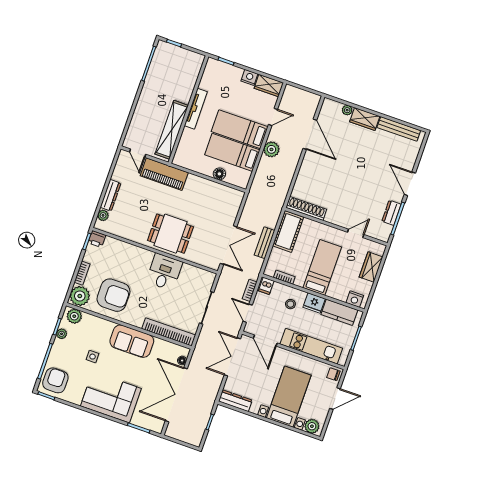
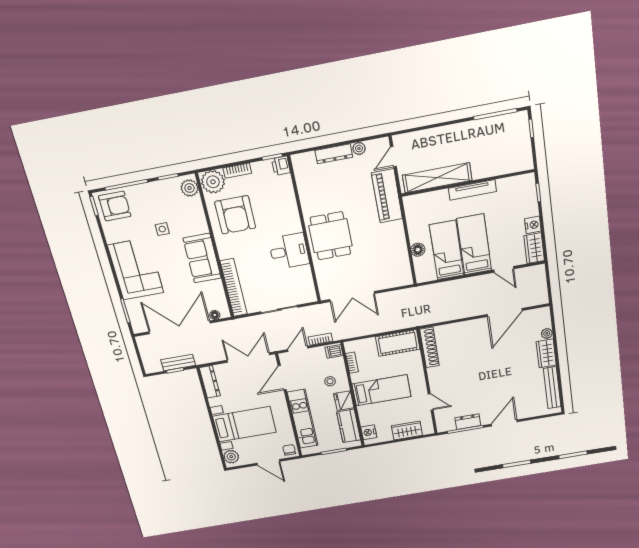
plant: (271, 149) -> (470, 285), removed
plant: (103, 215) -> (359, 148), moved
bench: (265, 243) -> (178, 363), moved
plant: (62, 334) -> (164, 185), removed

